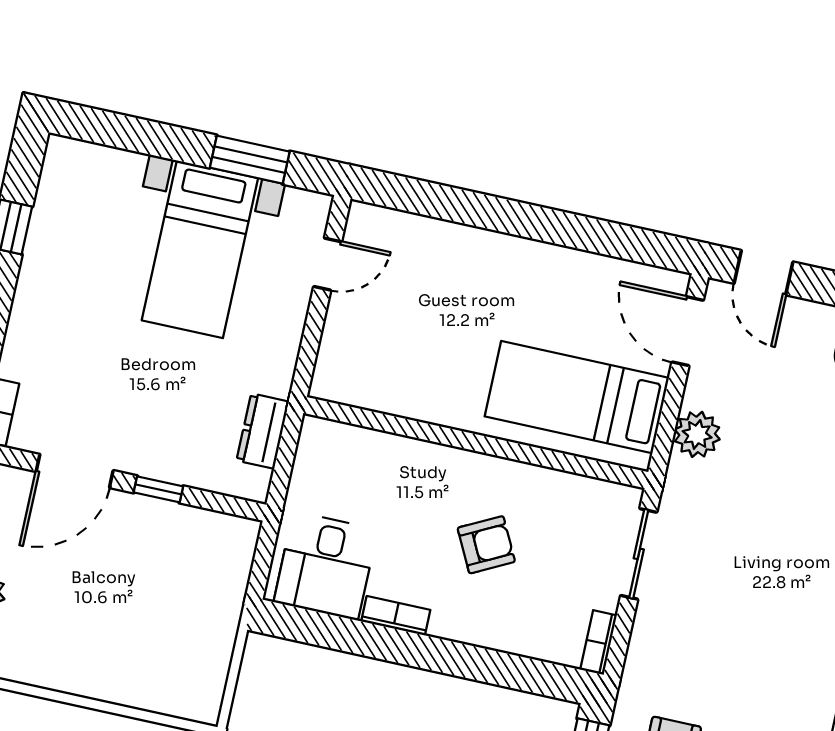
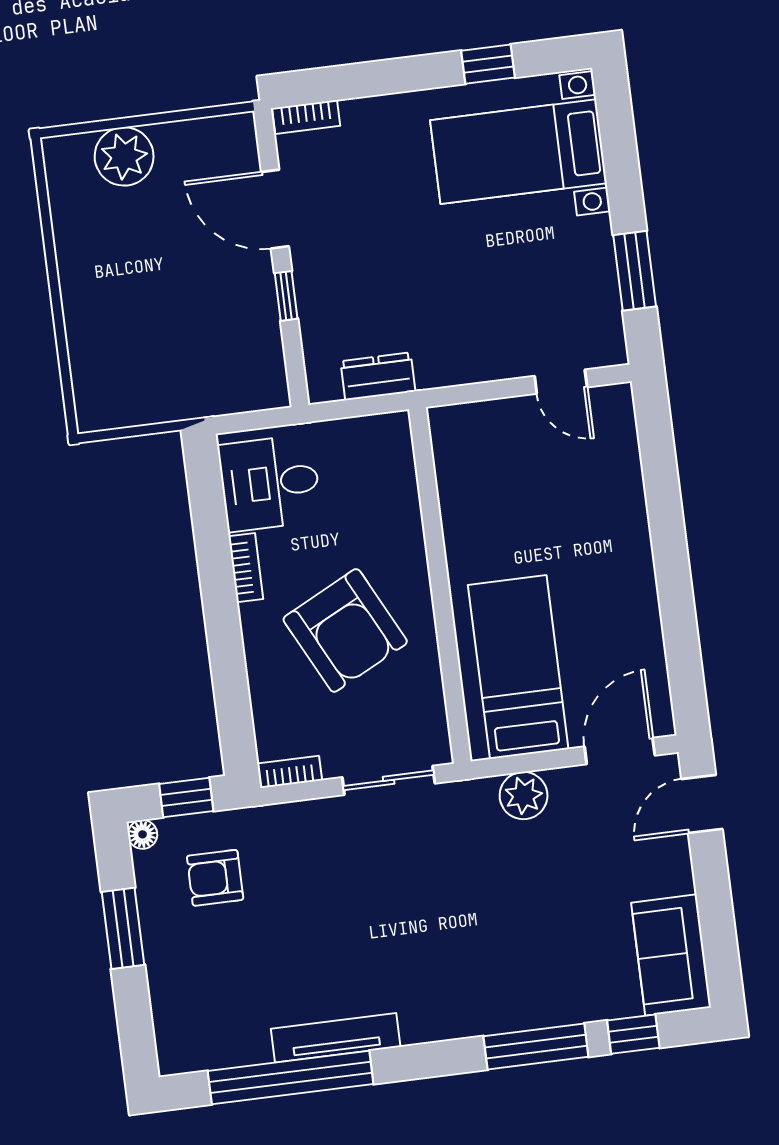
bed with nightstands: (200, 249) -> (518, 152), moved
armchair: (486, 545) -> (345, 630), width x1.88, depth x1.88

